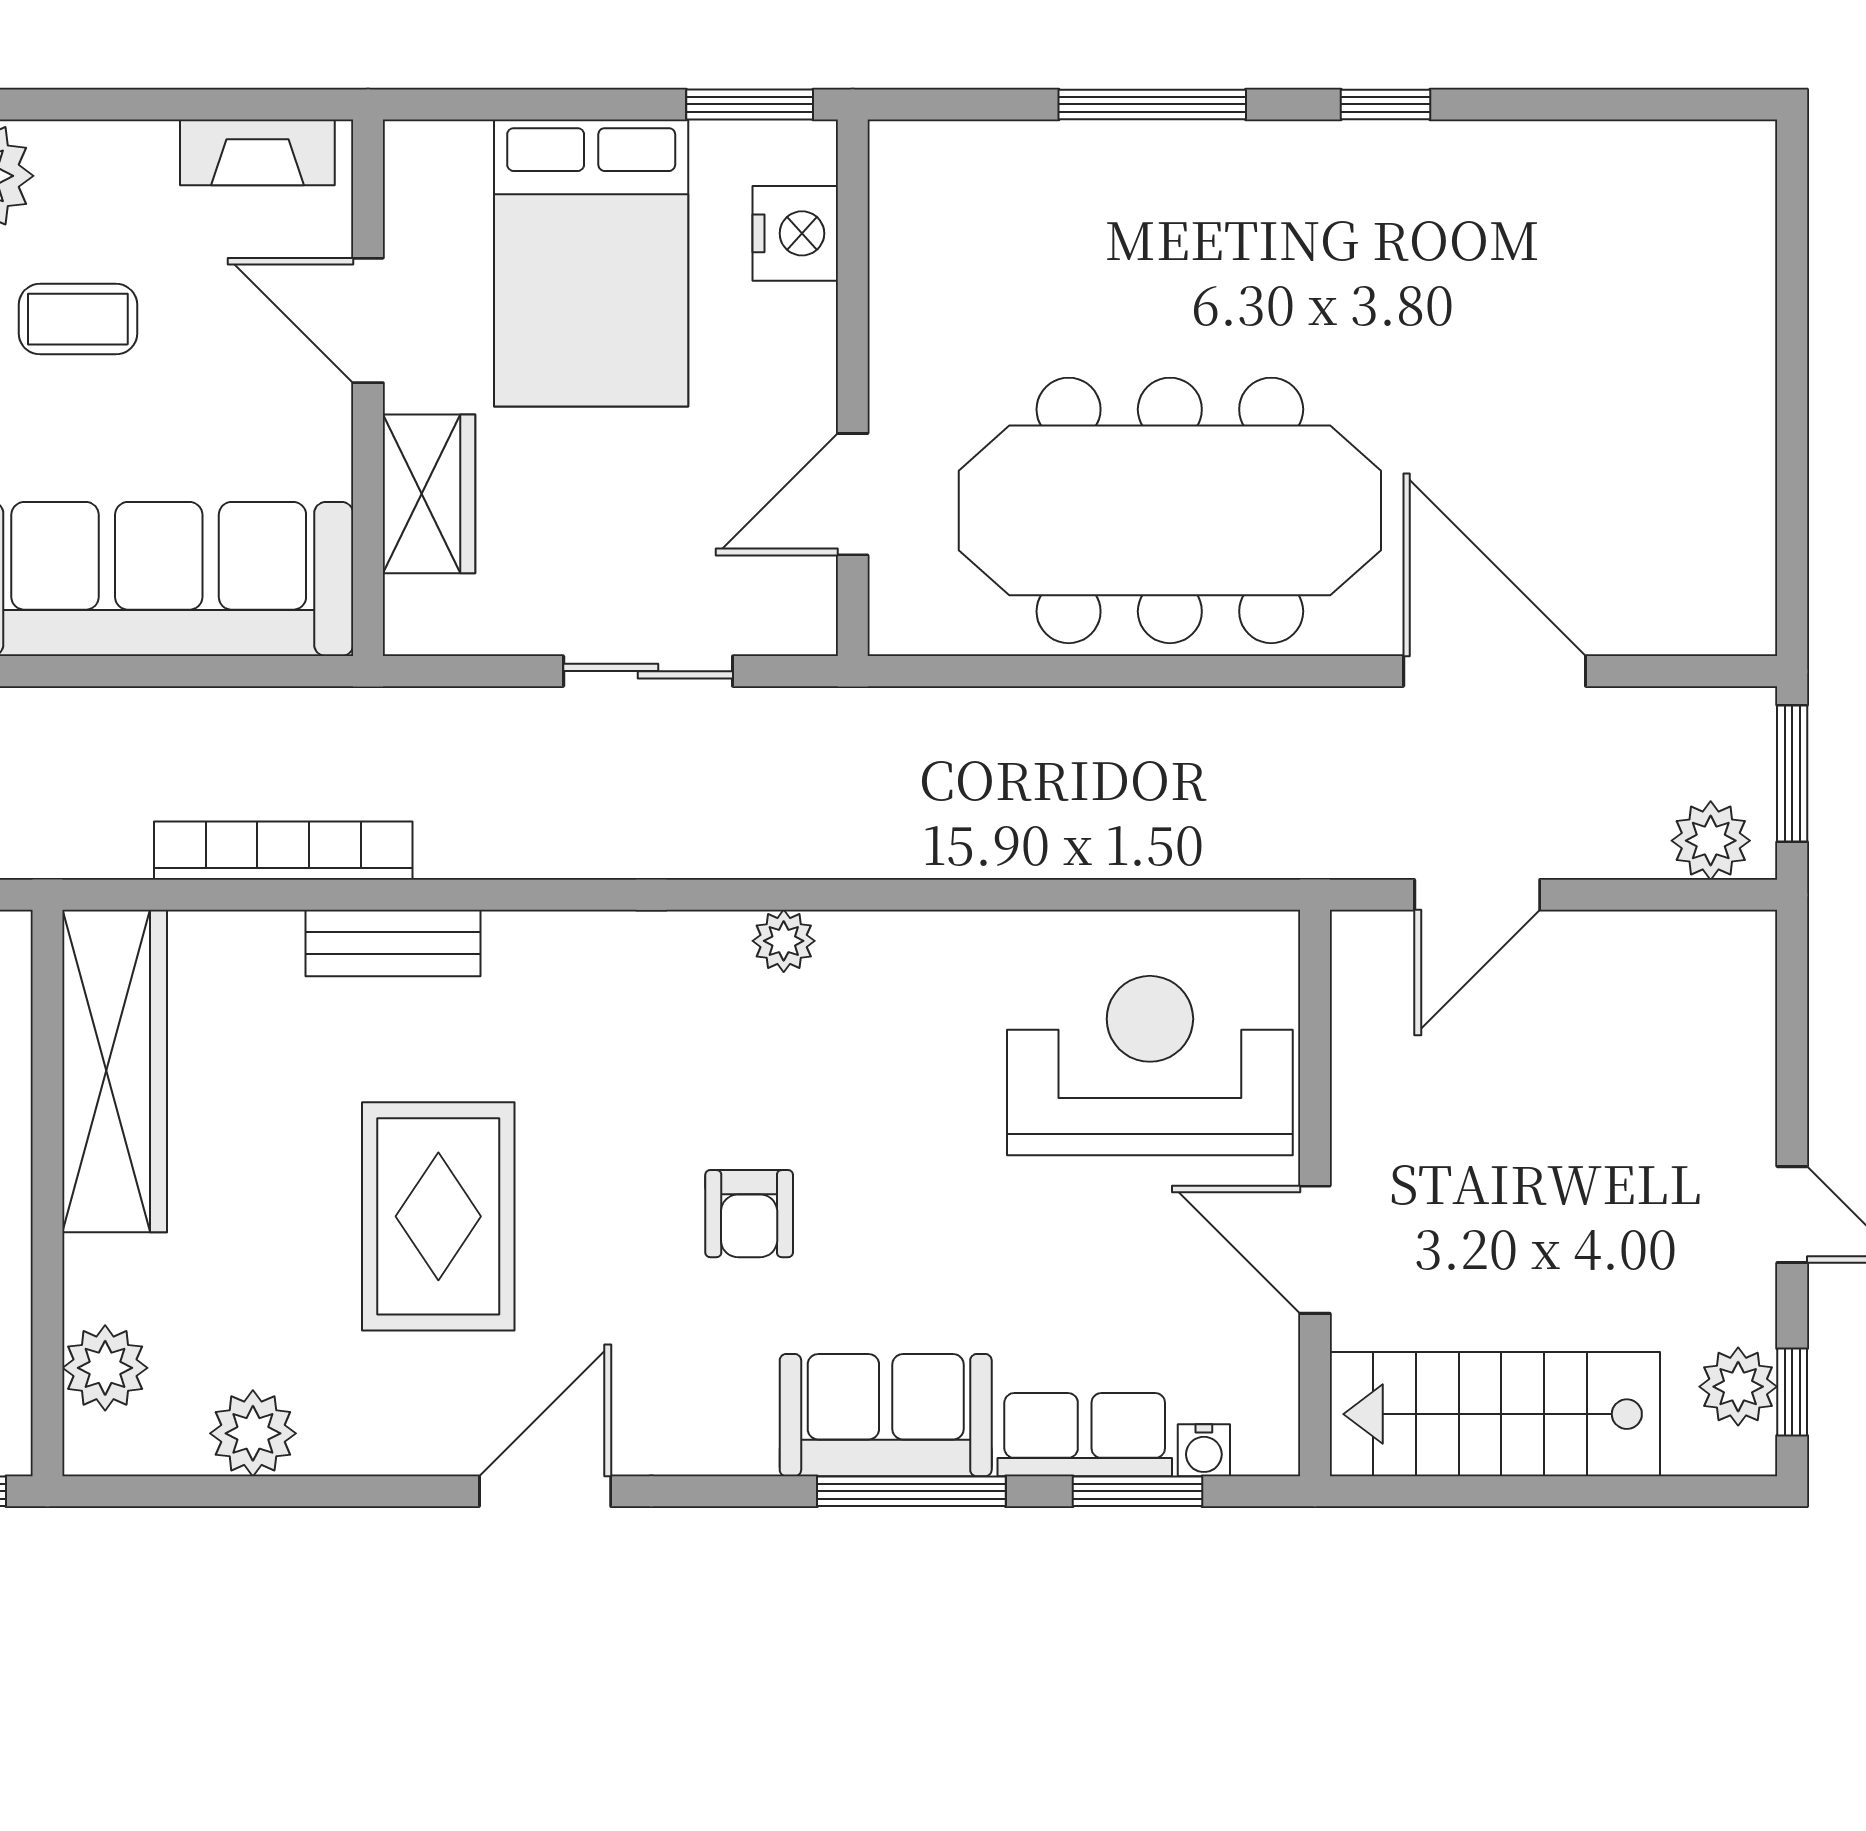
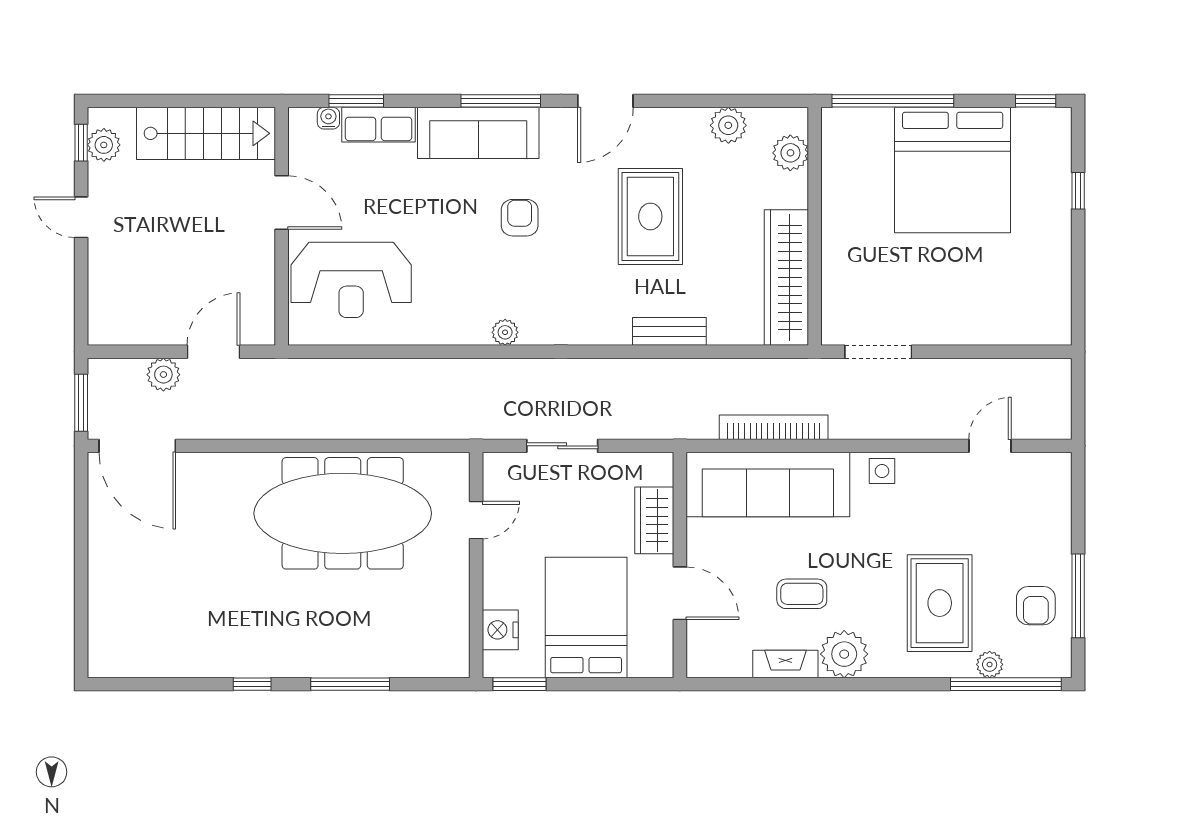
fireplace: (257, 152) -> (785, 664), moved
door: (853, 494) -> (476, 520), width x0.73
door: (1495, 671) -> (137, 446), moved
plant: (1711, 841) -> (163, 375), moved
bookcase: (283, 851) -> (774, 427), moved, turned 180
sofa: (886, 1415) -> (478, 133), width x1.36
window: (911, 1491) -> (501, 101), moved

